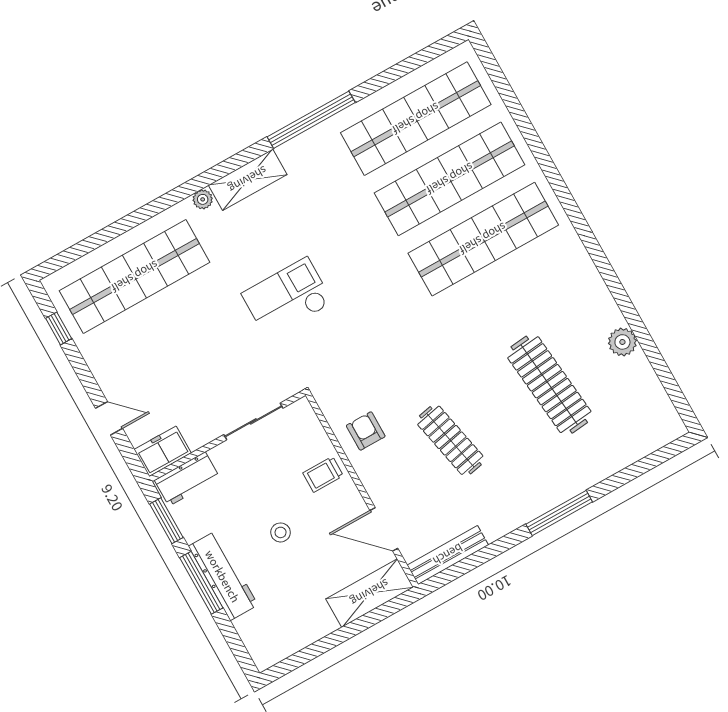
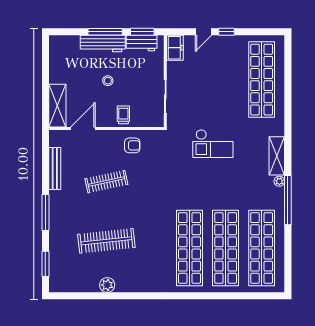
plant: (203, 199) -> (279, 181), moved
checkout: (287, 298) -> (213, 144), turned 90
window: (59, 328) -> (226, 32), moved
window: (645, 465) -> (45, 264), added
workbench: (187, 479) -> (142, 43), moved, turned -90
bench: (448, 555) -> (55, 169), moved

